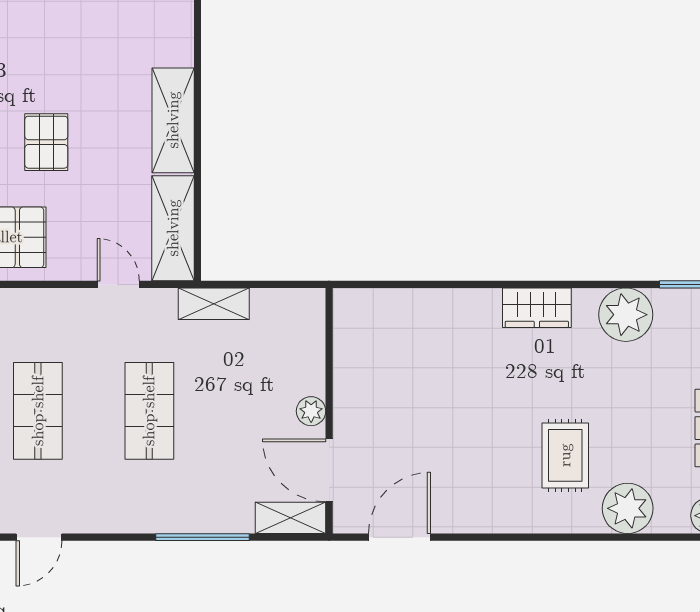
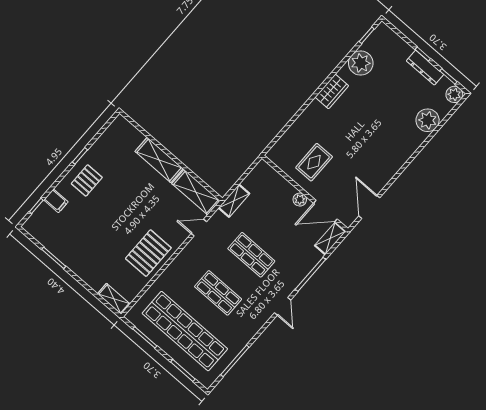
pallet: (46, 142) -> (87, 180), moved, turned 90
rug: (565, 455) -> (314, 162), moved, turned 90
door: (39, 537) -> (283, 306), moved

